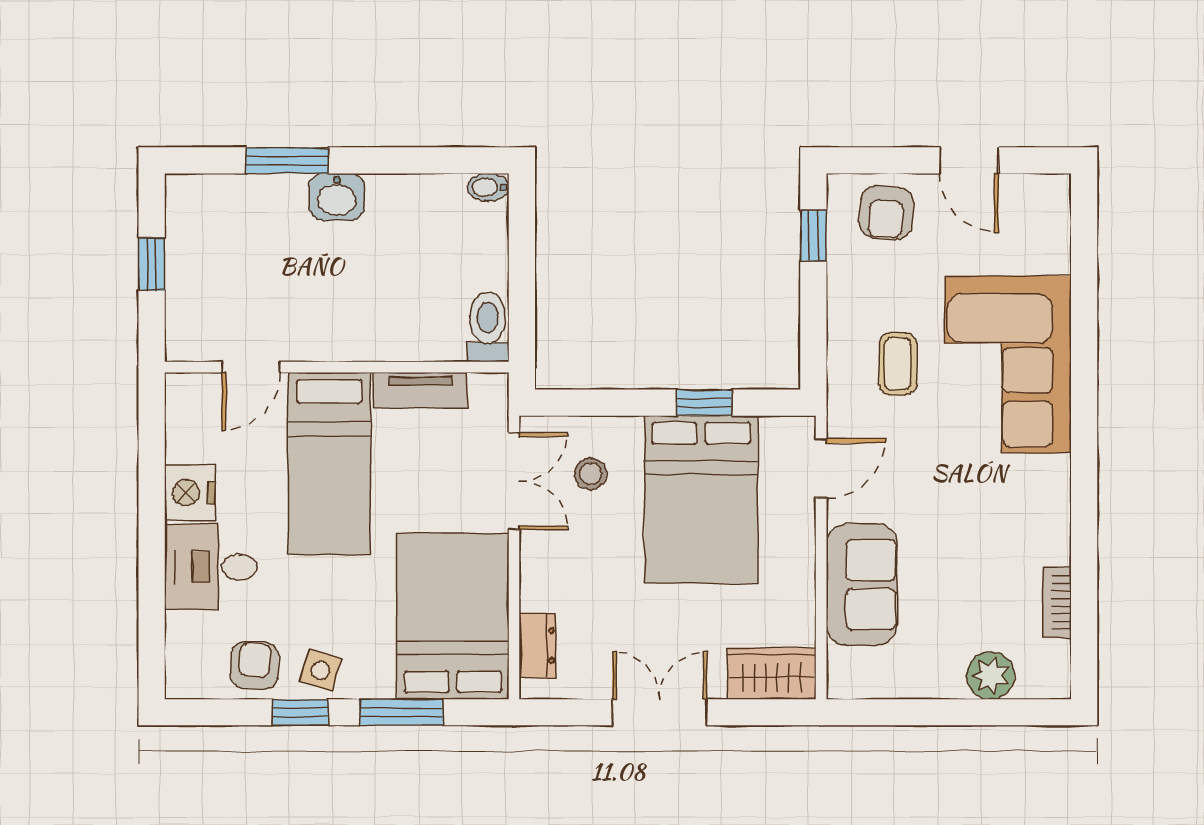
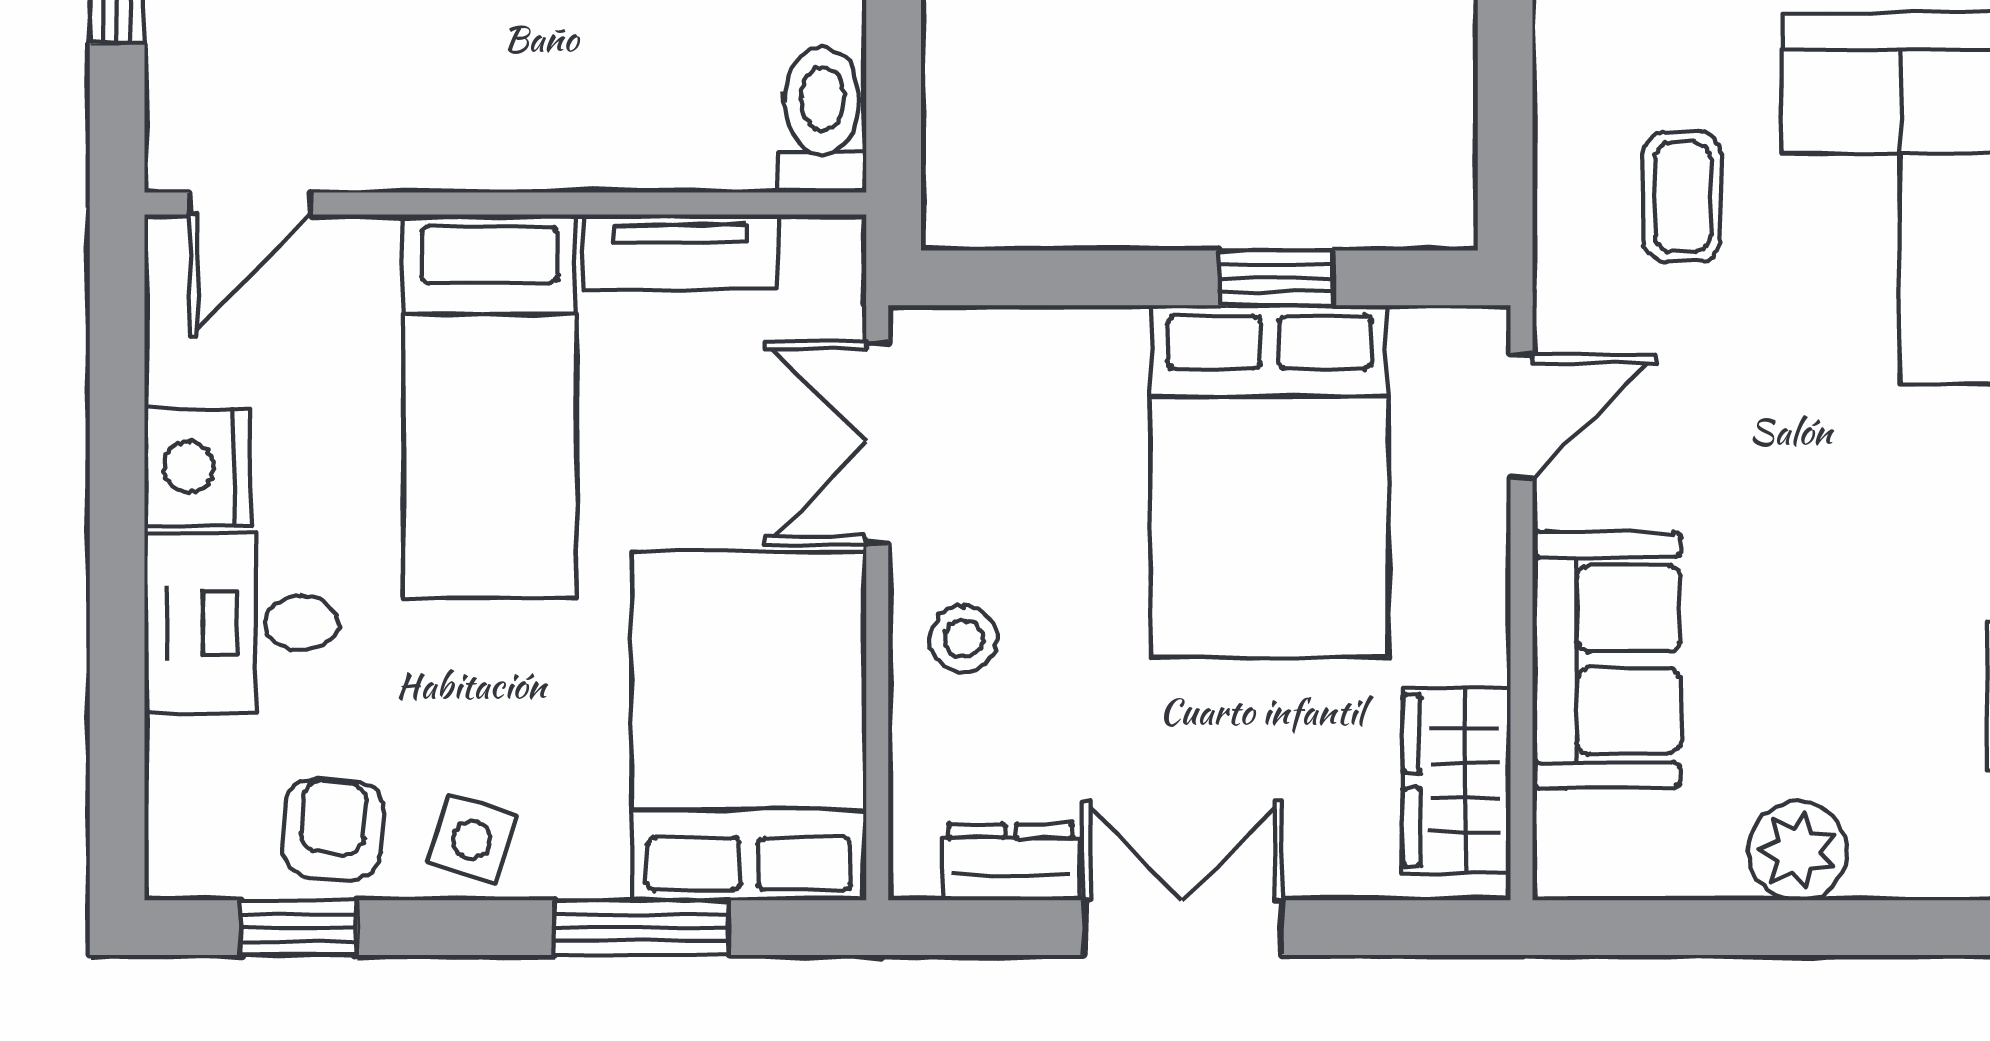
door: (251, 367) -> (250, 204), moved
stool: (590, 474) -> (964, 639), moved
double door: (514, 481) -> (877, 443), swing flipped
dresser: (537, 646) -> (1011, 862), moved, turned -90
wardrobe: (772, 674) -> (1457, 780), moved, turned -90
plant: (991, 676) -> (1798, 851), moved
window: (300, 712) -> (299, 928), moved

